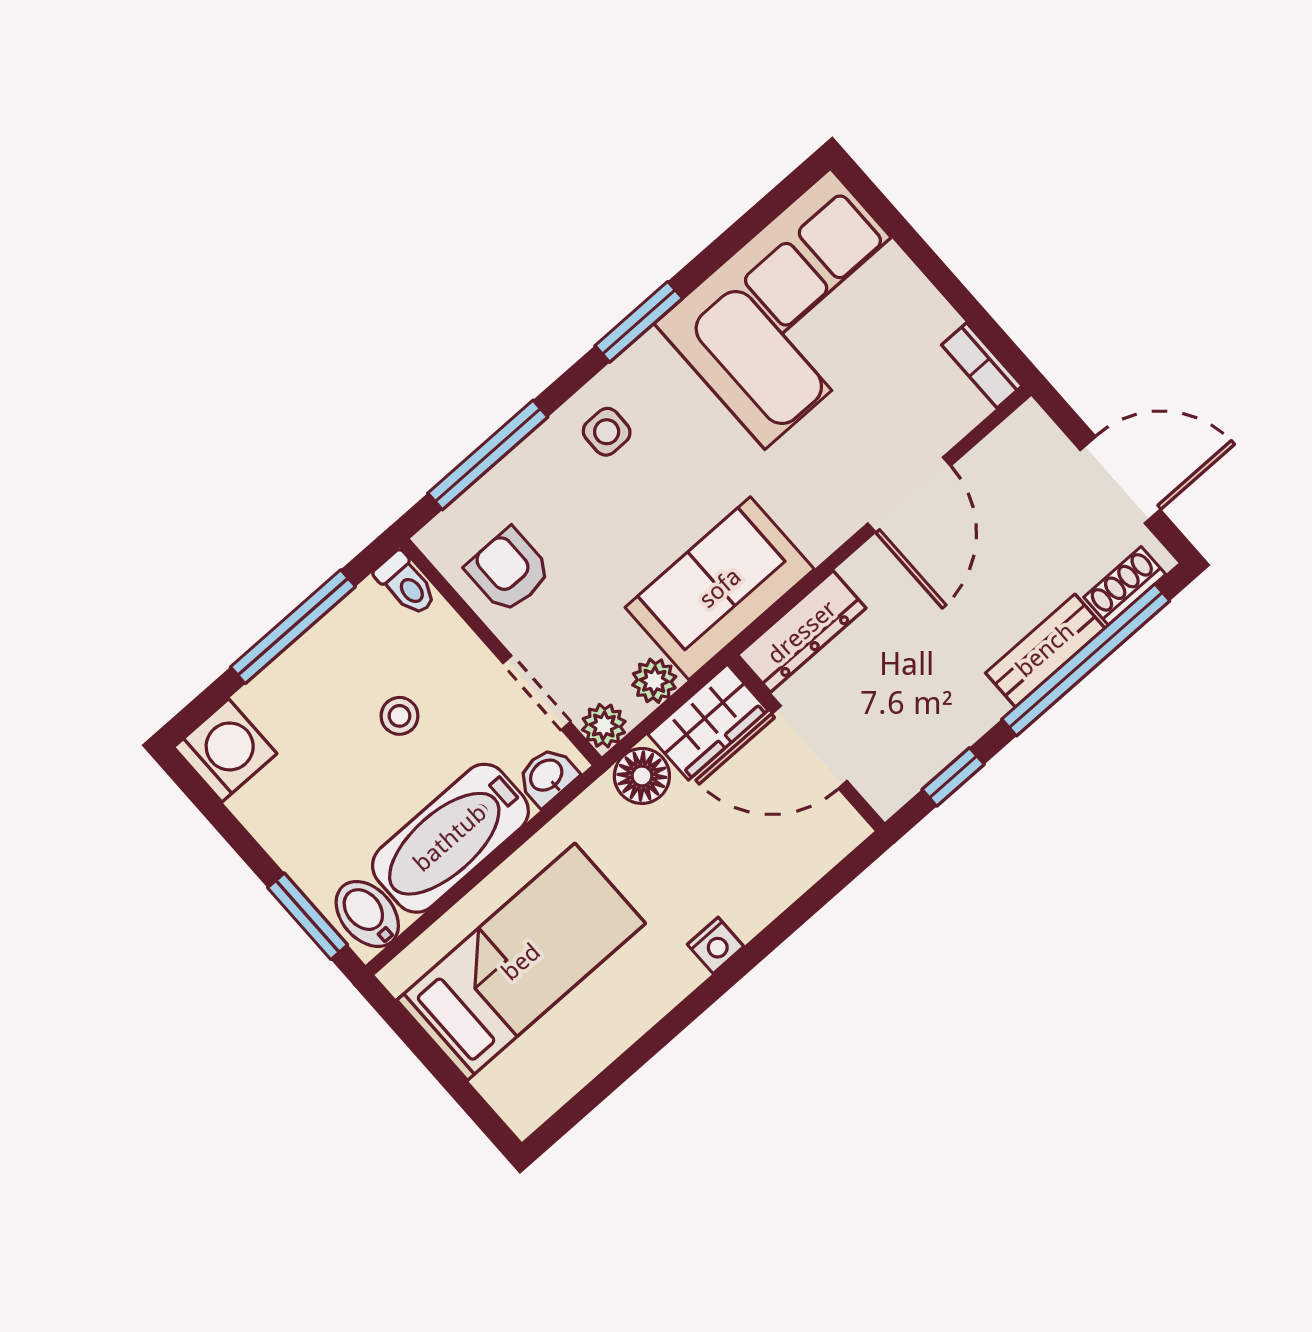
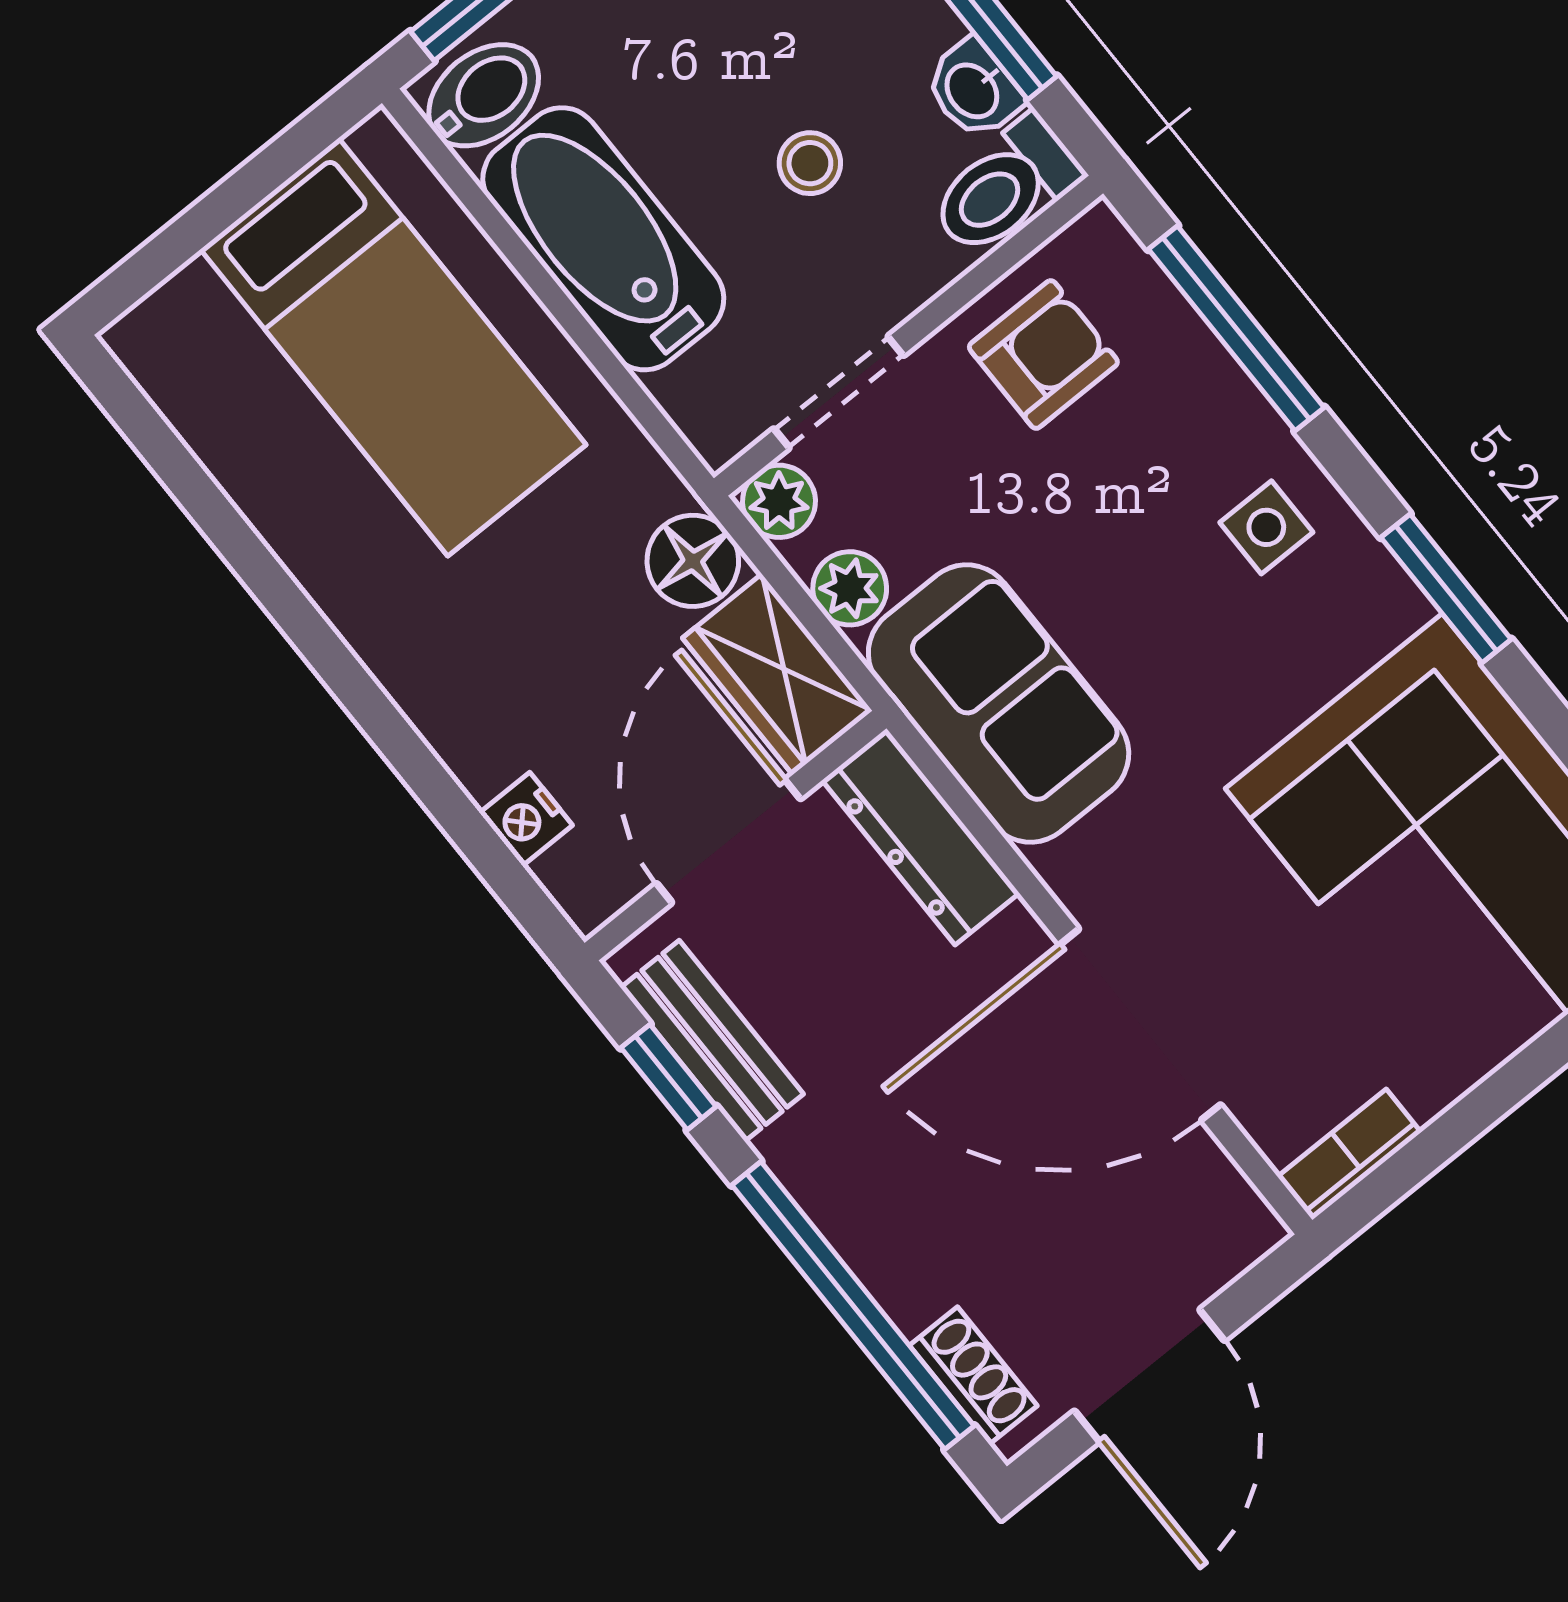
door: (909, 495) -> (1140, 1025), width x1.36
toilet: (406, 584) -> (1005, 187), width x1.37, depth x1.39
bench: (1045, 650) -> (712, 1041), moved
washbasin: (547, 776) -> (974, 90), moved, turned 180
nightstand: (716, 945) -> (526, 819), moved

